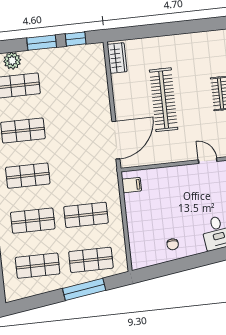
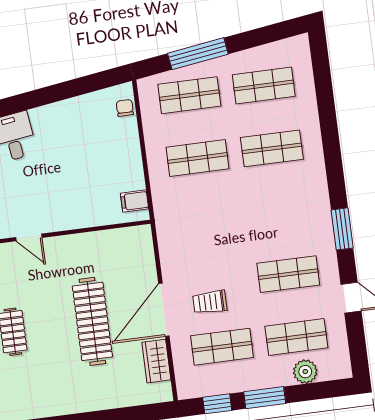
wardrobe: (117, 58) -> (156, 361), moved
trolley: (79, 112) -> (210, 302), added
door: (116, 140) -> (164, 310), moved
shop shelf: (28, 176) -> (222, 347), moved
chair: (173, 244) -> (125, 108), moved

